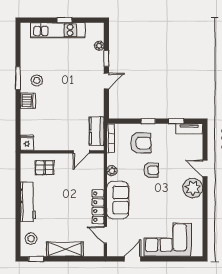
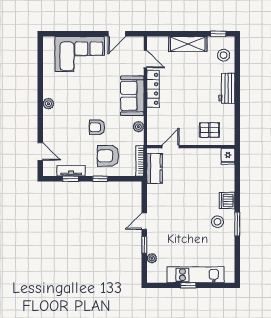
tv unit: (189, 129) -> (71, 171), moved
door: (205, 168) -> (40, 151), moved
plant: (193, 188) -> (48, 104), width x0.53, depth x0.53
workbench: (28, 202) -> (227, 88), width x0.73

